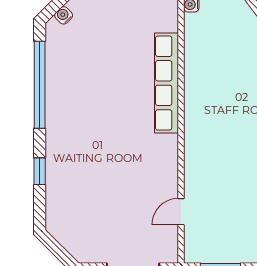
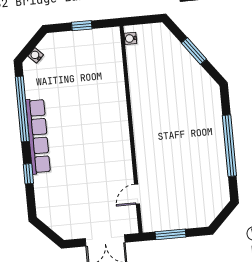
row of seats: (166, 83) -> (38, 136), moved, turned 180

